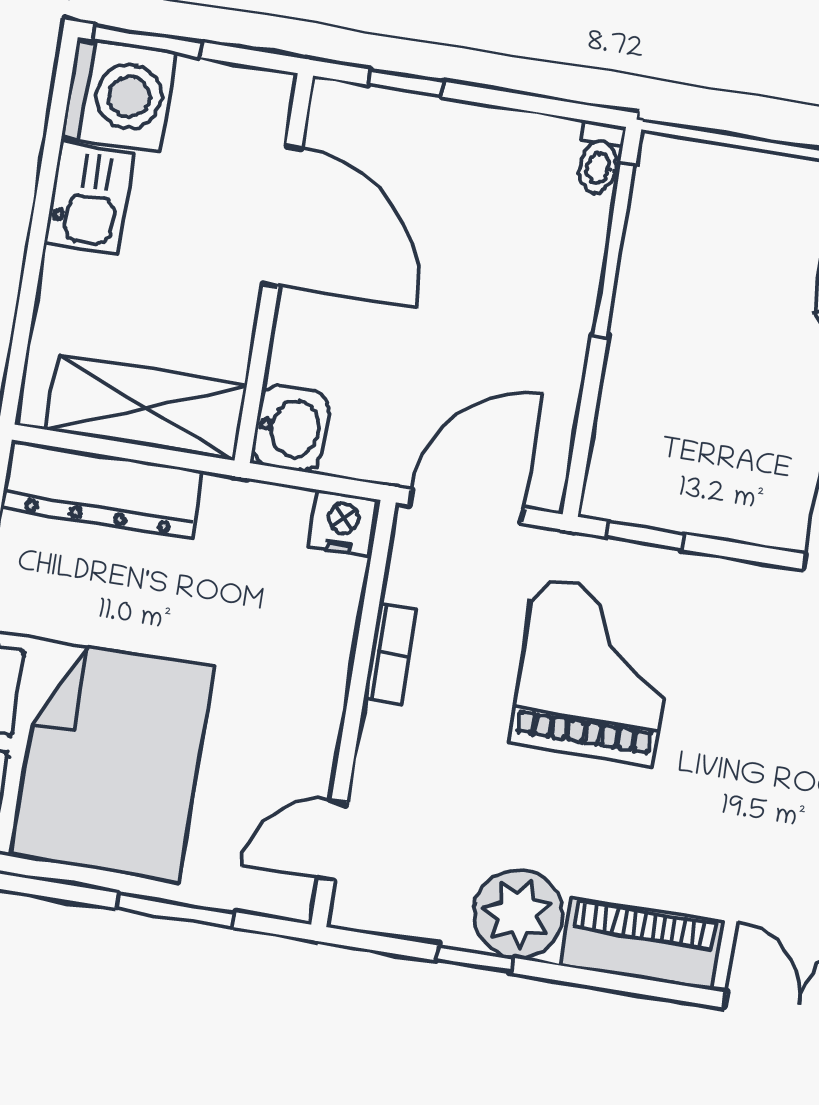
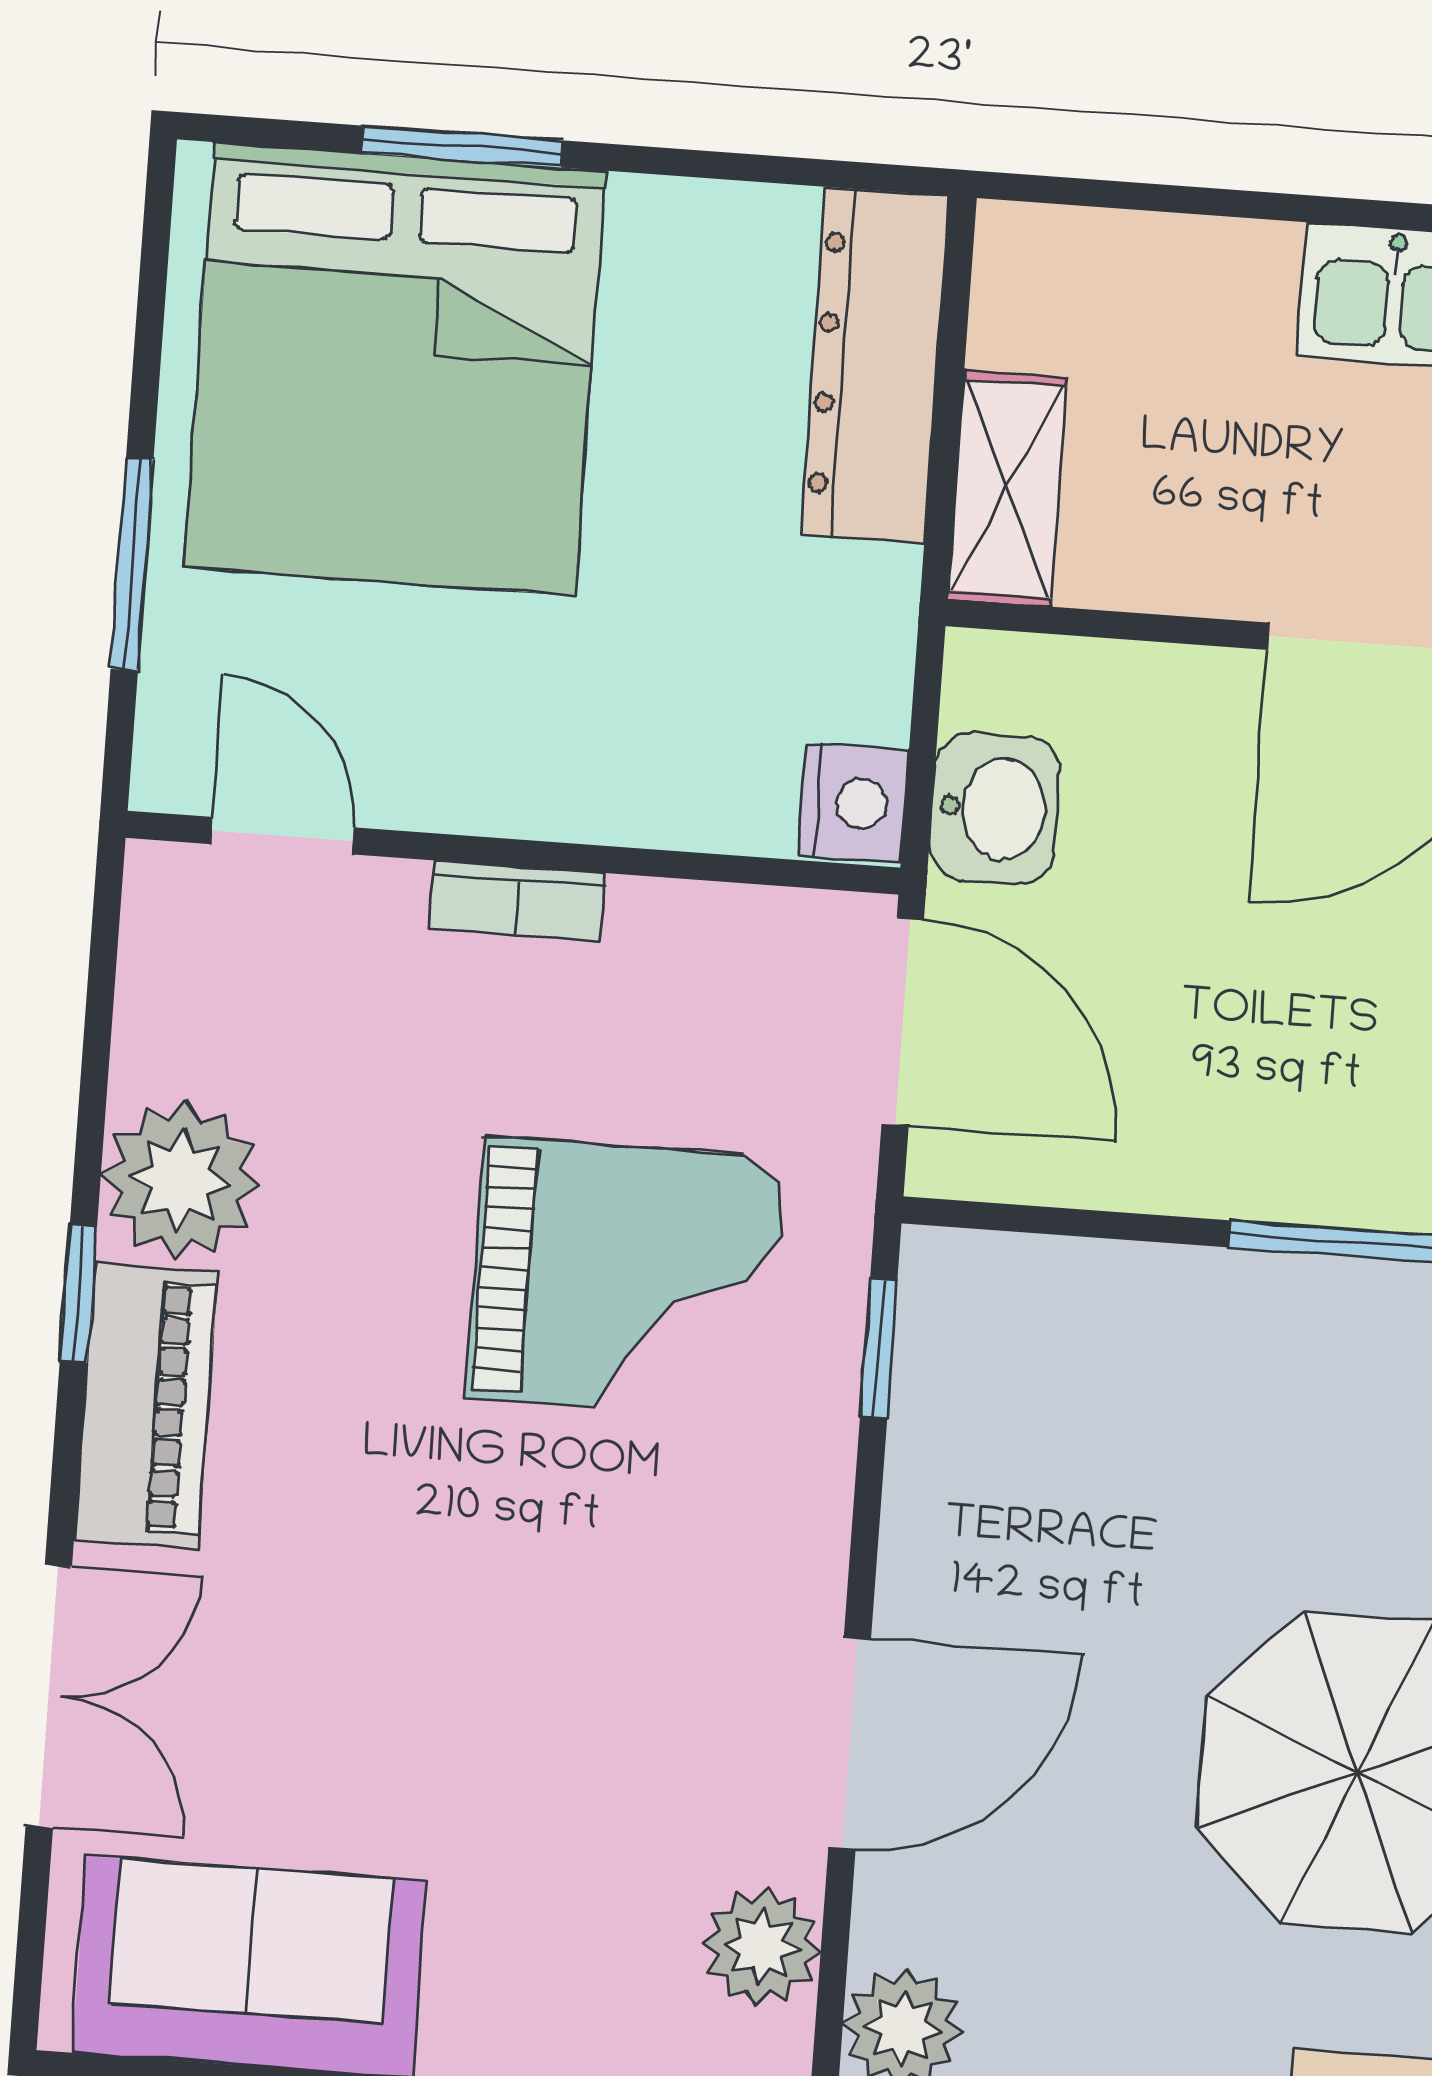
shelving: (146, 408) -> (1007, 488), width x0.67, depth x0.75
washbasin: (291, 428) -> (995, 808), moved, turned -90
bookcase: (390, 654) -> (517, 901), moved
window: (475, 959) -> (78, 1294), moved

